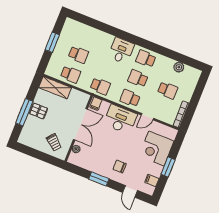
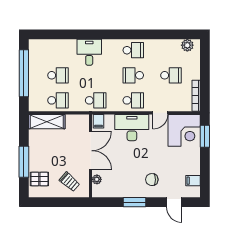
window: (52, 42) -> (24, 73), width x2.11
desk: (121, 51) -> (89, 52), moved
school desk: (146, 59) -> (133, 50), turned 180
plant: (179, 67) -> (187, 45), moved
school desk: (130, 98) -> (133, 100), turned 180
pallet: (38, 111) -> (39, 179), moved
corner desk: (156, 149) -> (184, 130), moved, turned -90
window: (168, 167) -> (205, 136), moved

